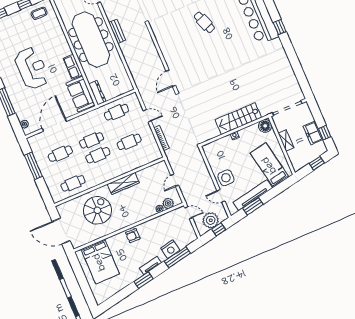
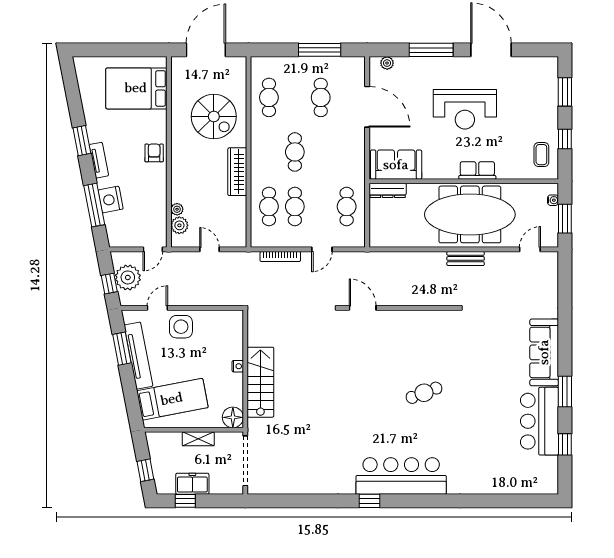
row of seats: (73, 67) -> (477, 170), moved
cafe table: (92, 140) -> (269, 207), moved

